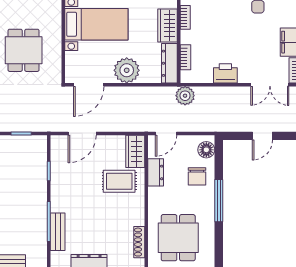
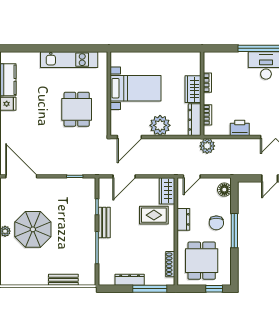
dresser: (156, 172) -> (183, 219), moved
chair: (197, 176) -> (216, 223), moved
bench: (58, 232) -> (104, 223), moved

